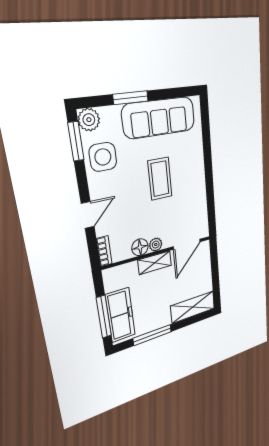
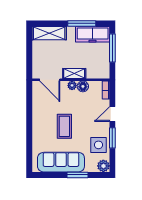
window: (76, 141) -> (112, 138), moved
door: (187, 244) -> (50, 80), swing flipped
freezer: (120, 315) -> (93, 34), moved, turned -90

